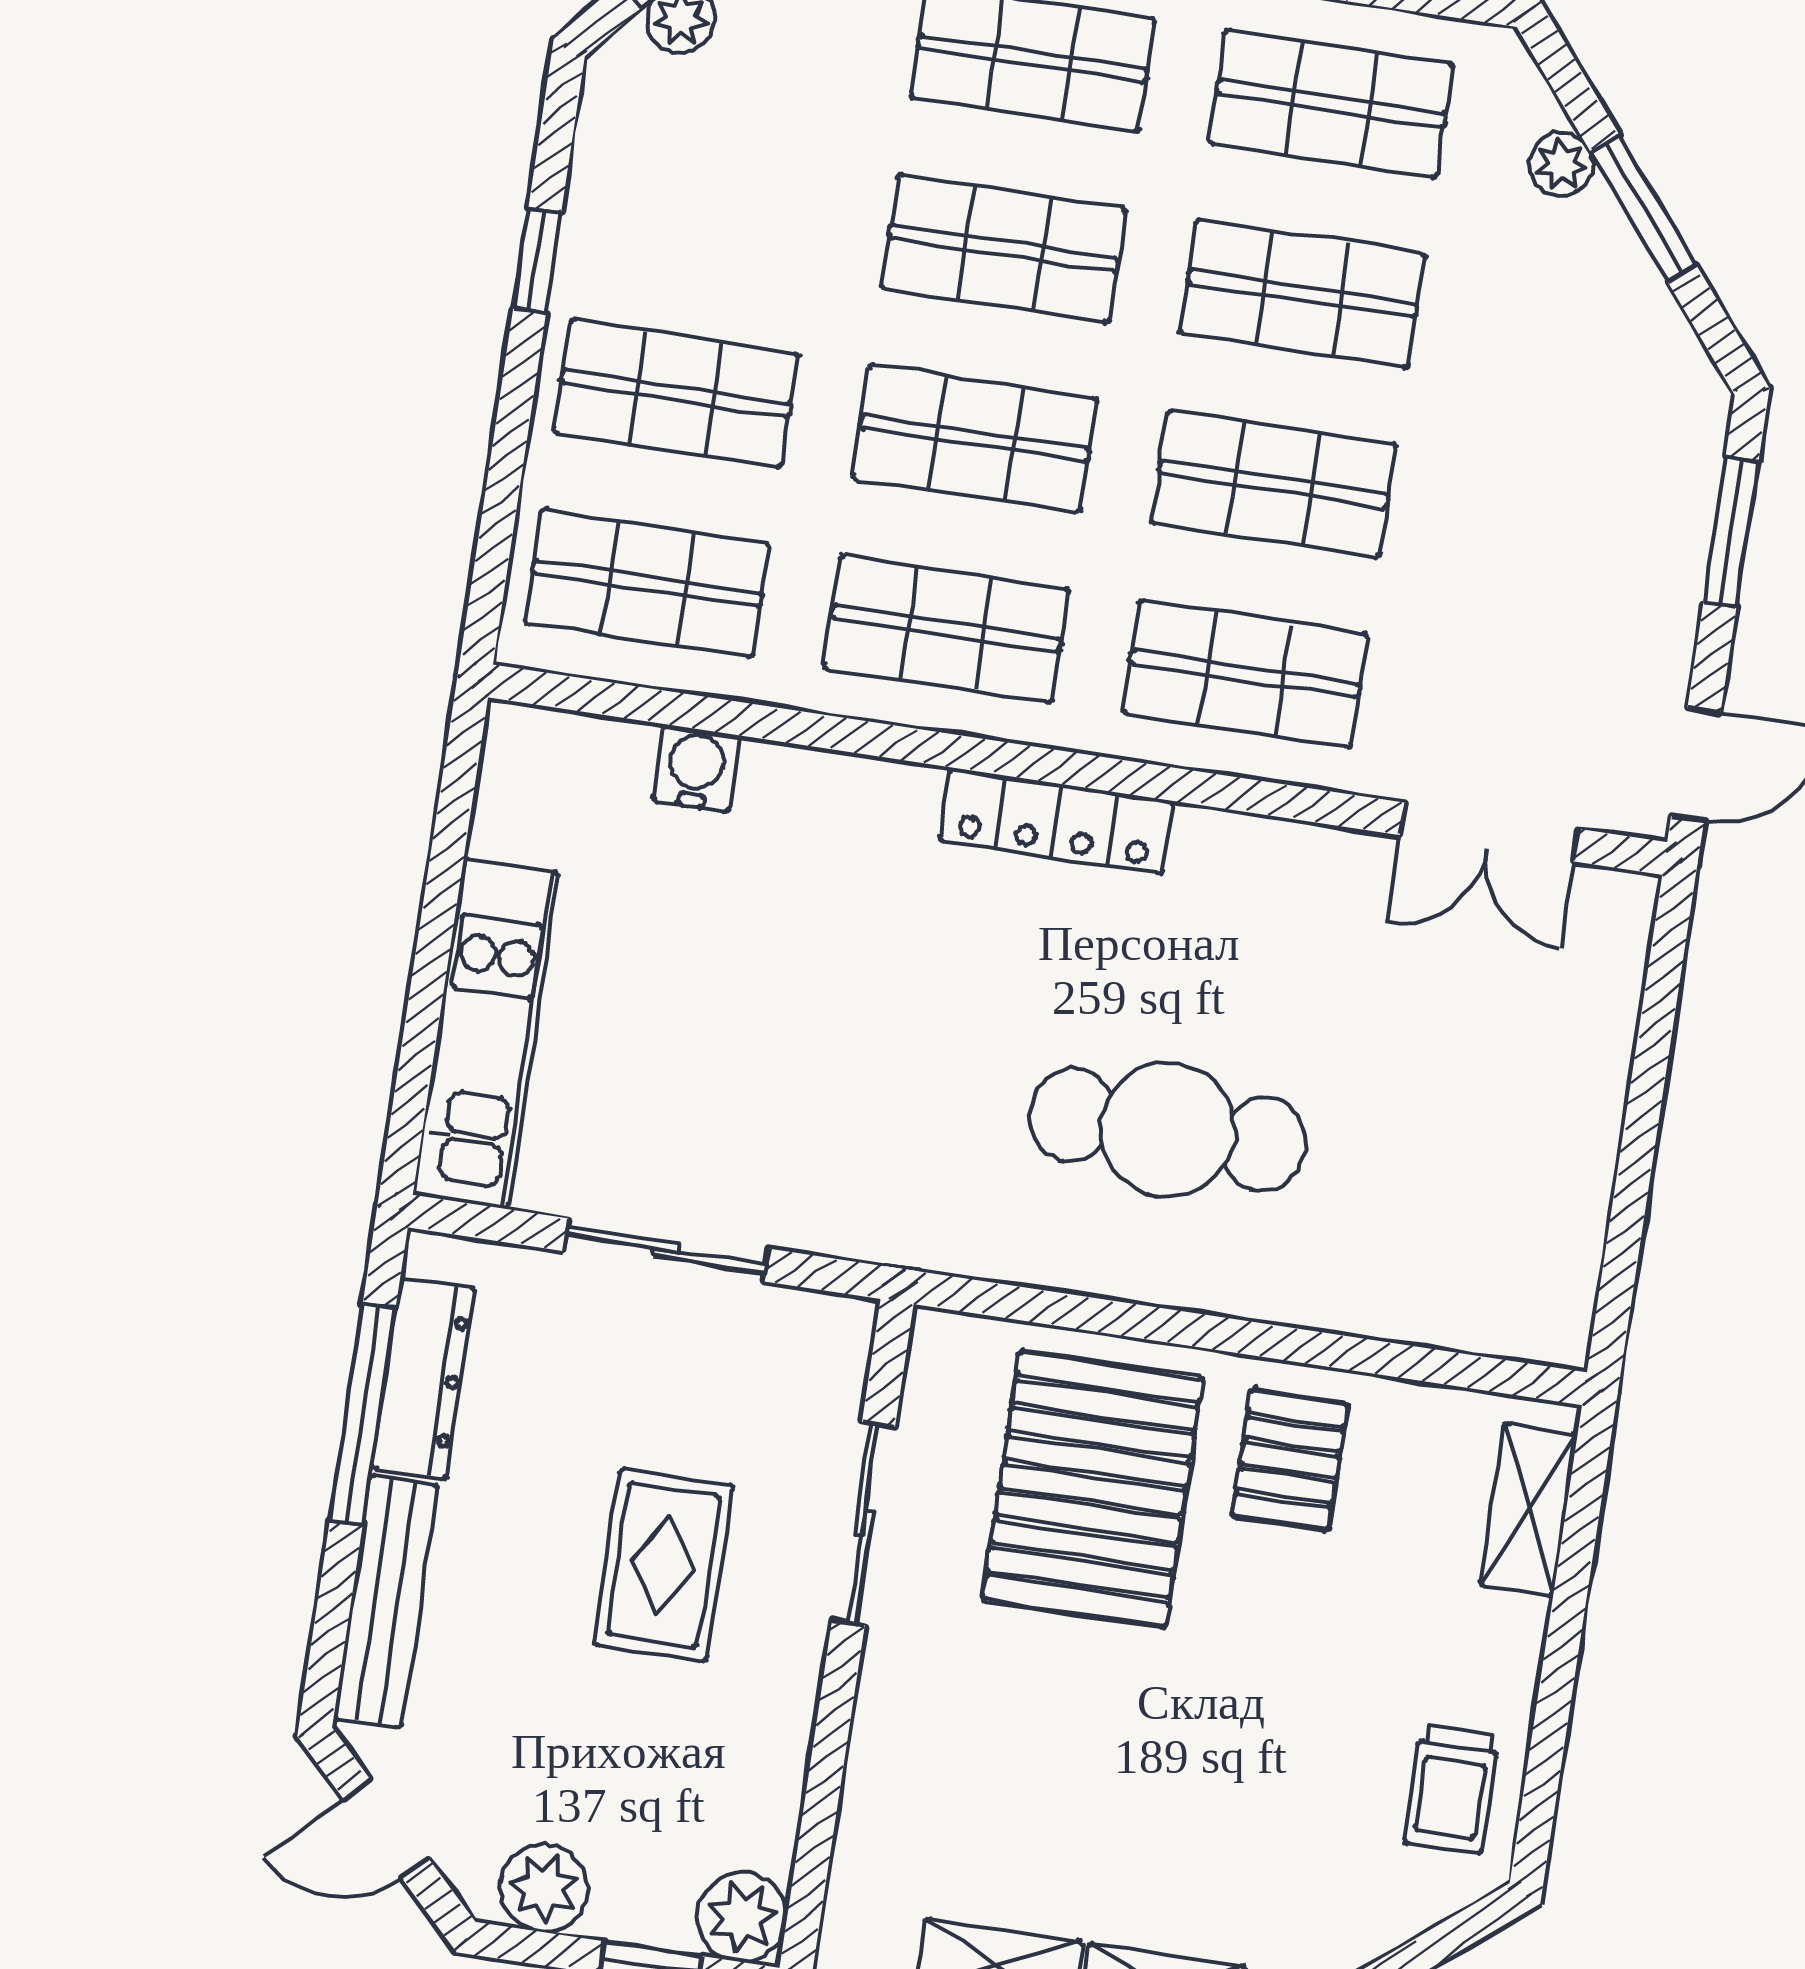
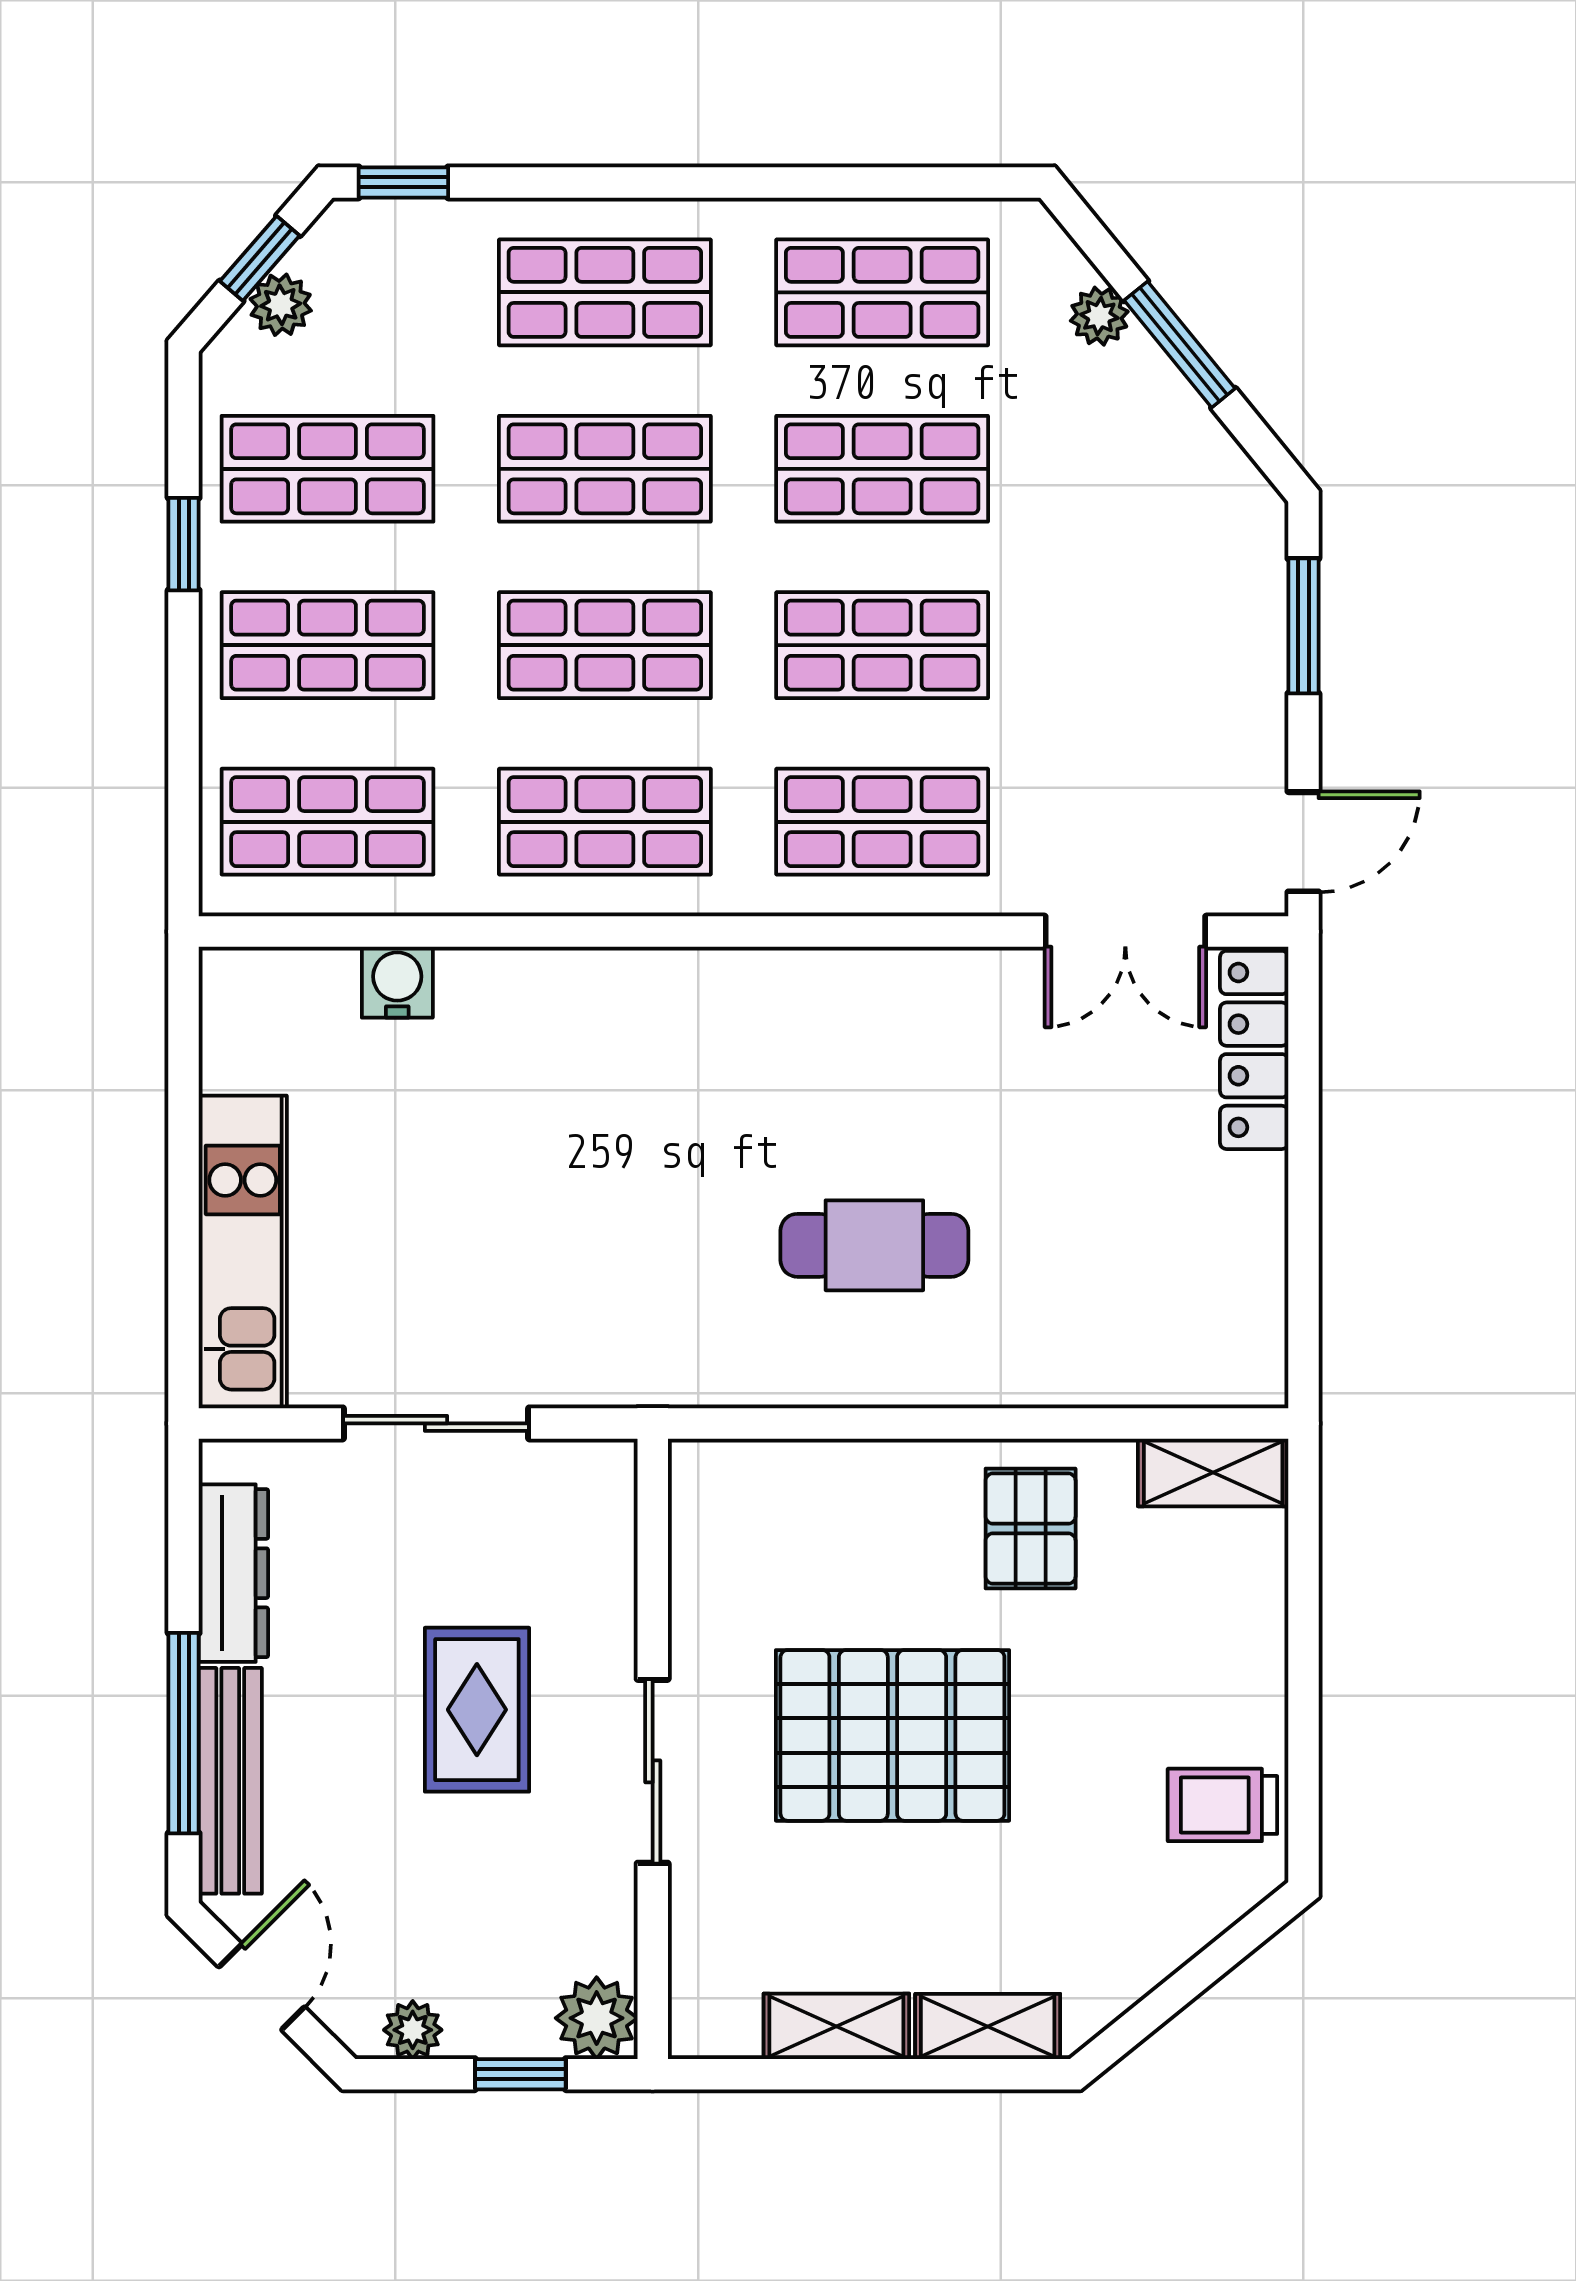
shop shelf: (705, 203) -> (327, 469), added
locker: (1056, 821) -> (1254, 1050), moved, turned 90
cafe table: (1167, 1129) -> (874, 1245), width x0.73, depth x0.74
window: (363, 1414) -> (184, 1733), moved
pallet: (1093, 1489) -> (892, 1735), moved, turned 90
shelving: (1529, 1510) -> (1213, 1472), moved, turned 90
sliding door: (863, 1524) -> (653, 1771), moved
trolley: (1451, 1789) -> (1222, 1805), turned 90
door: (386, 1829) -> (262, 1987), swing flipped
plant: (544, 1888) -> (413, 2030), width x0.73, depth x0.73

